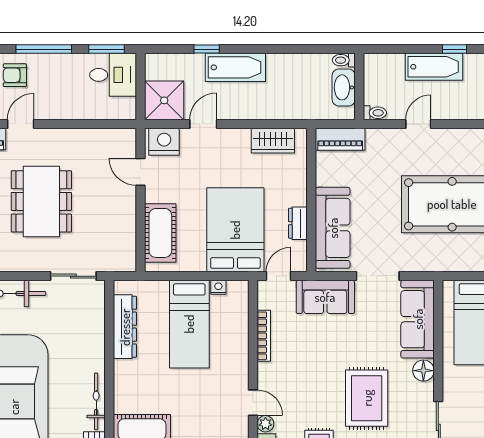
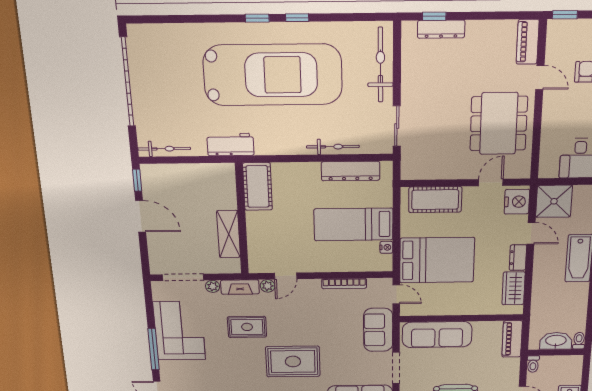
dining table: (41, 201) -> (499, 124), moved, turned 90
dresser: (298, 223) -> (518, 258), moved, turned -90
bicycle: (96, 401) -> (333, 147), moved

